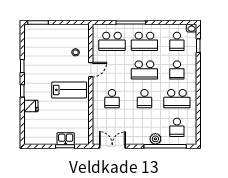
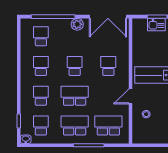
school desk: (177, 99) -> (41, 66), width x0.54
plant: (155, 139) -> (77, 24), moved
double door: (112, 146) -> (108, 17), width x1.37

